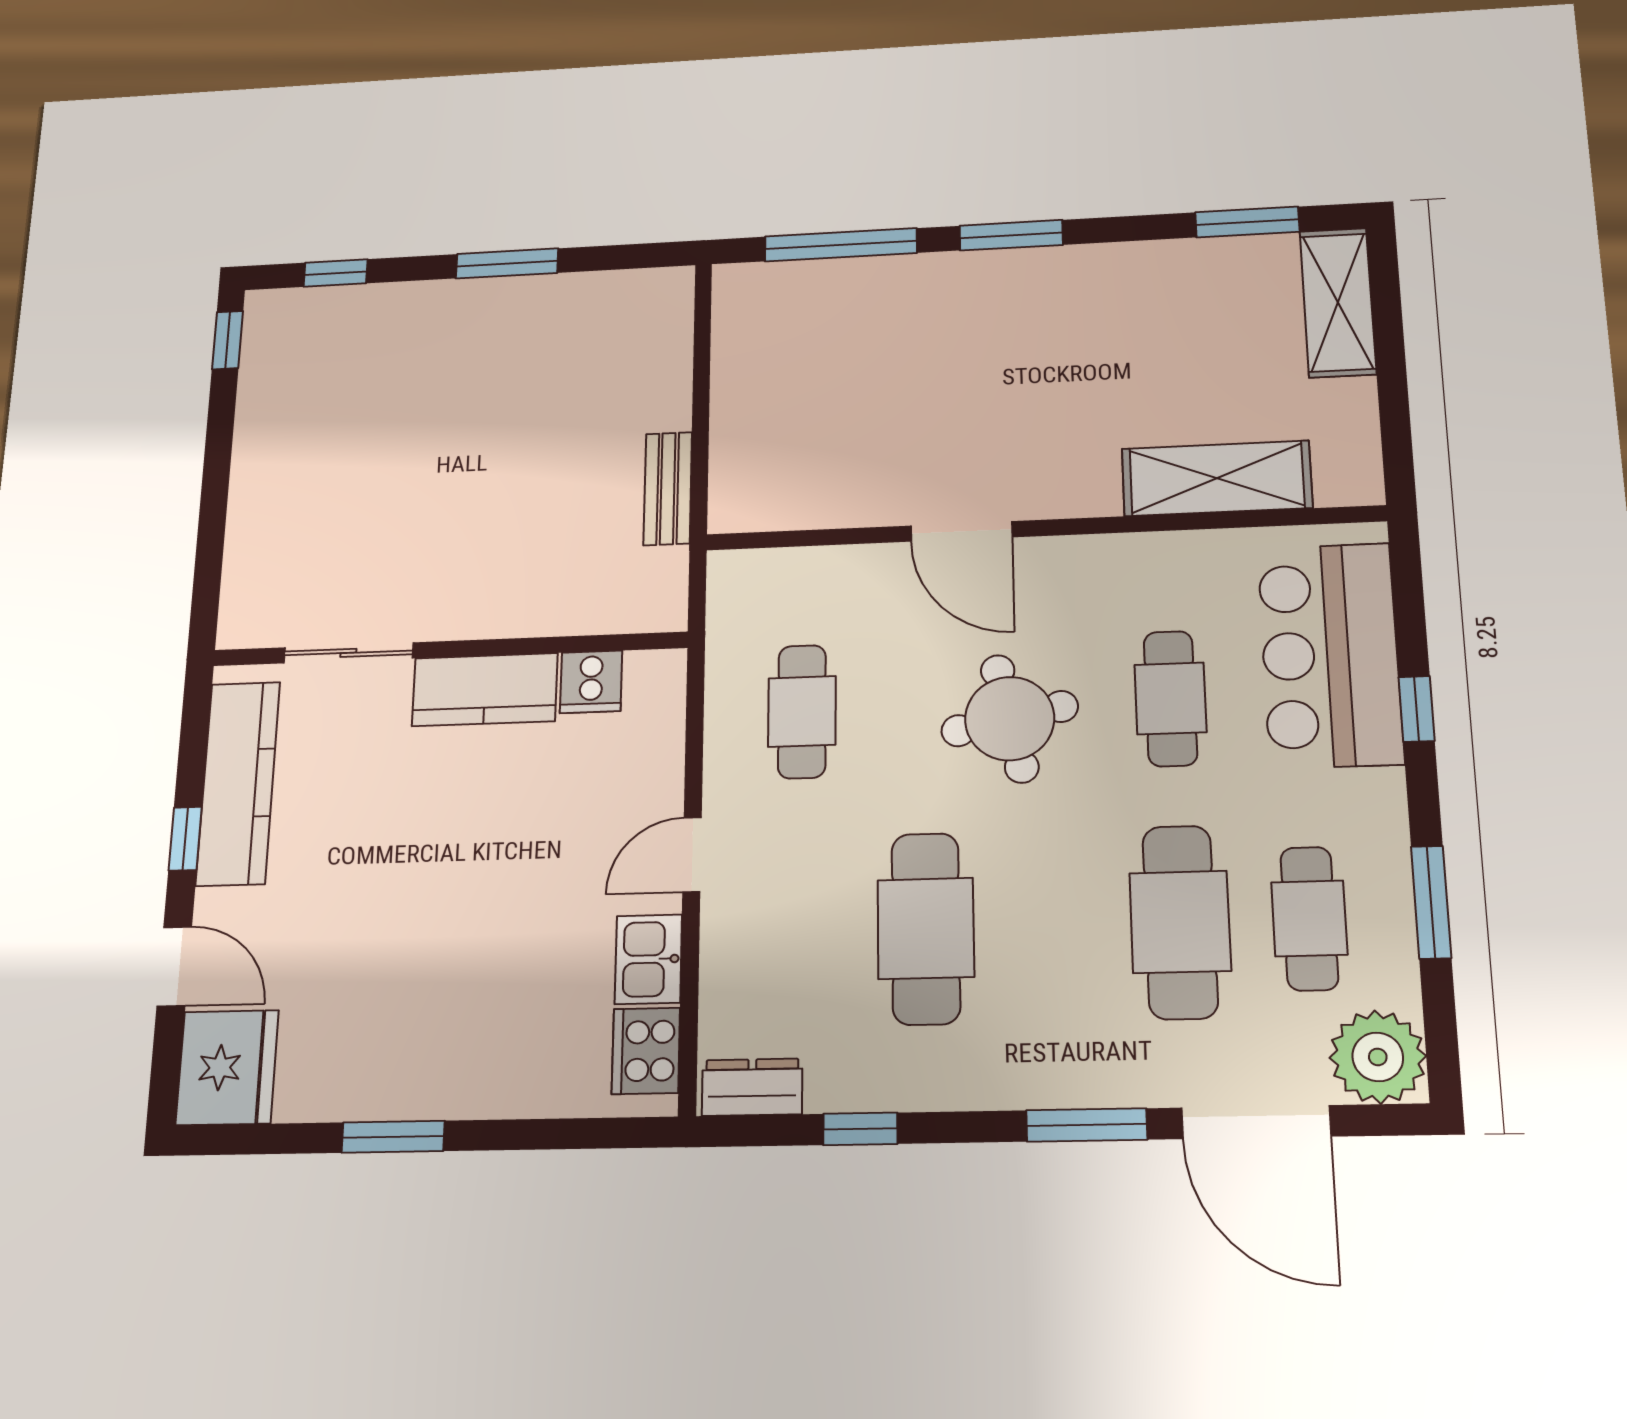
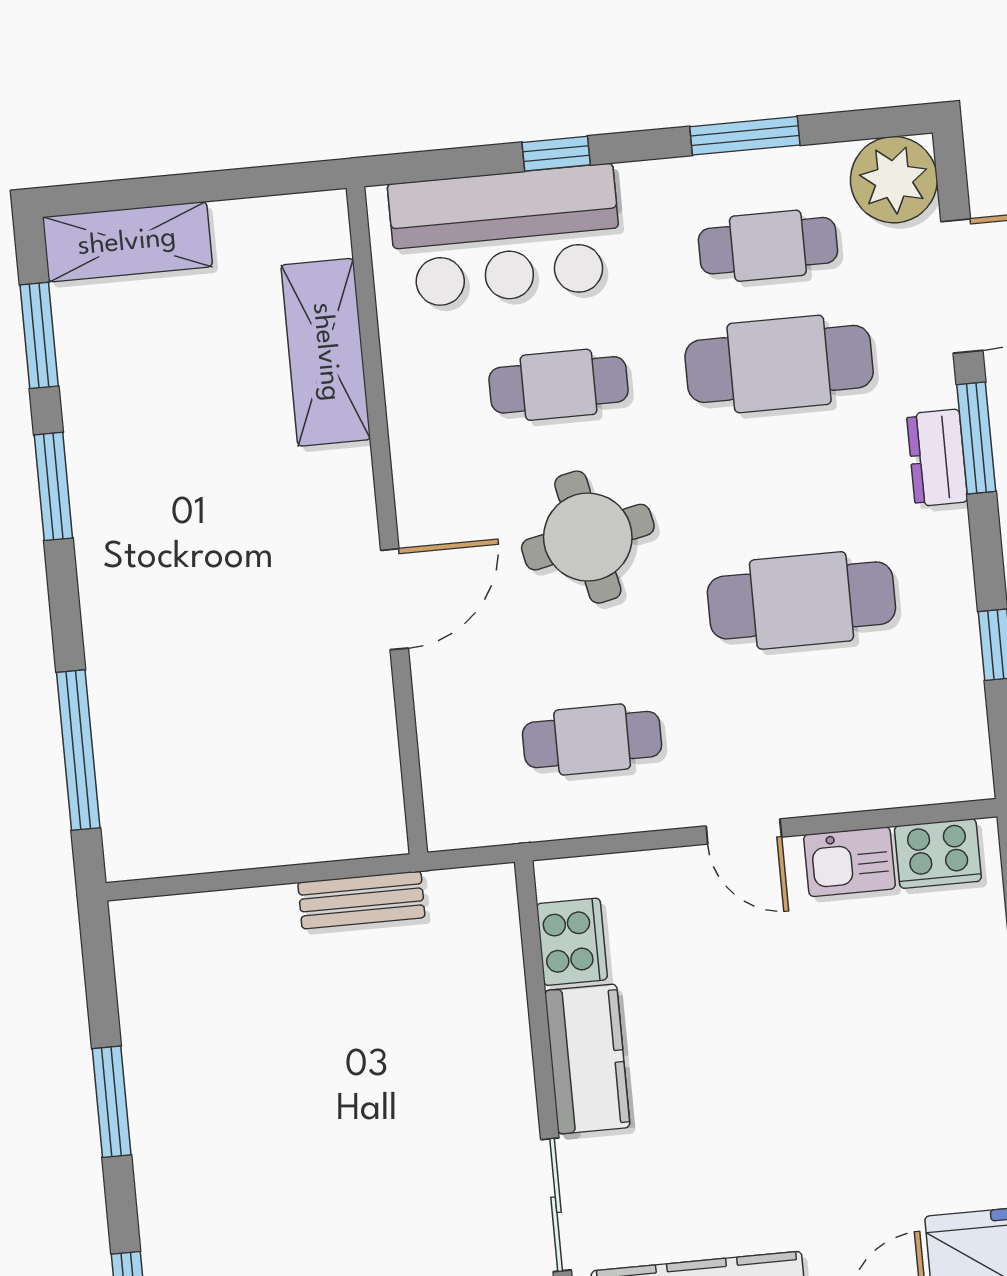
window: (1011, 235) -> (53, 486), moved
cooker: (591, 682) -> (572, 942), width x1.36
dresser: (752, 1087) -> (937, 458), moved

